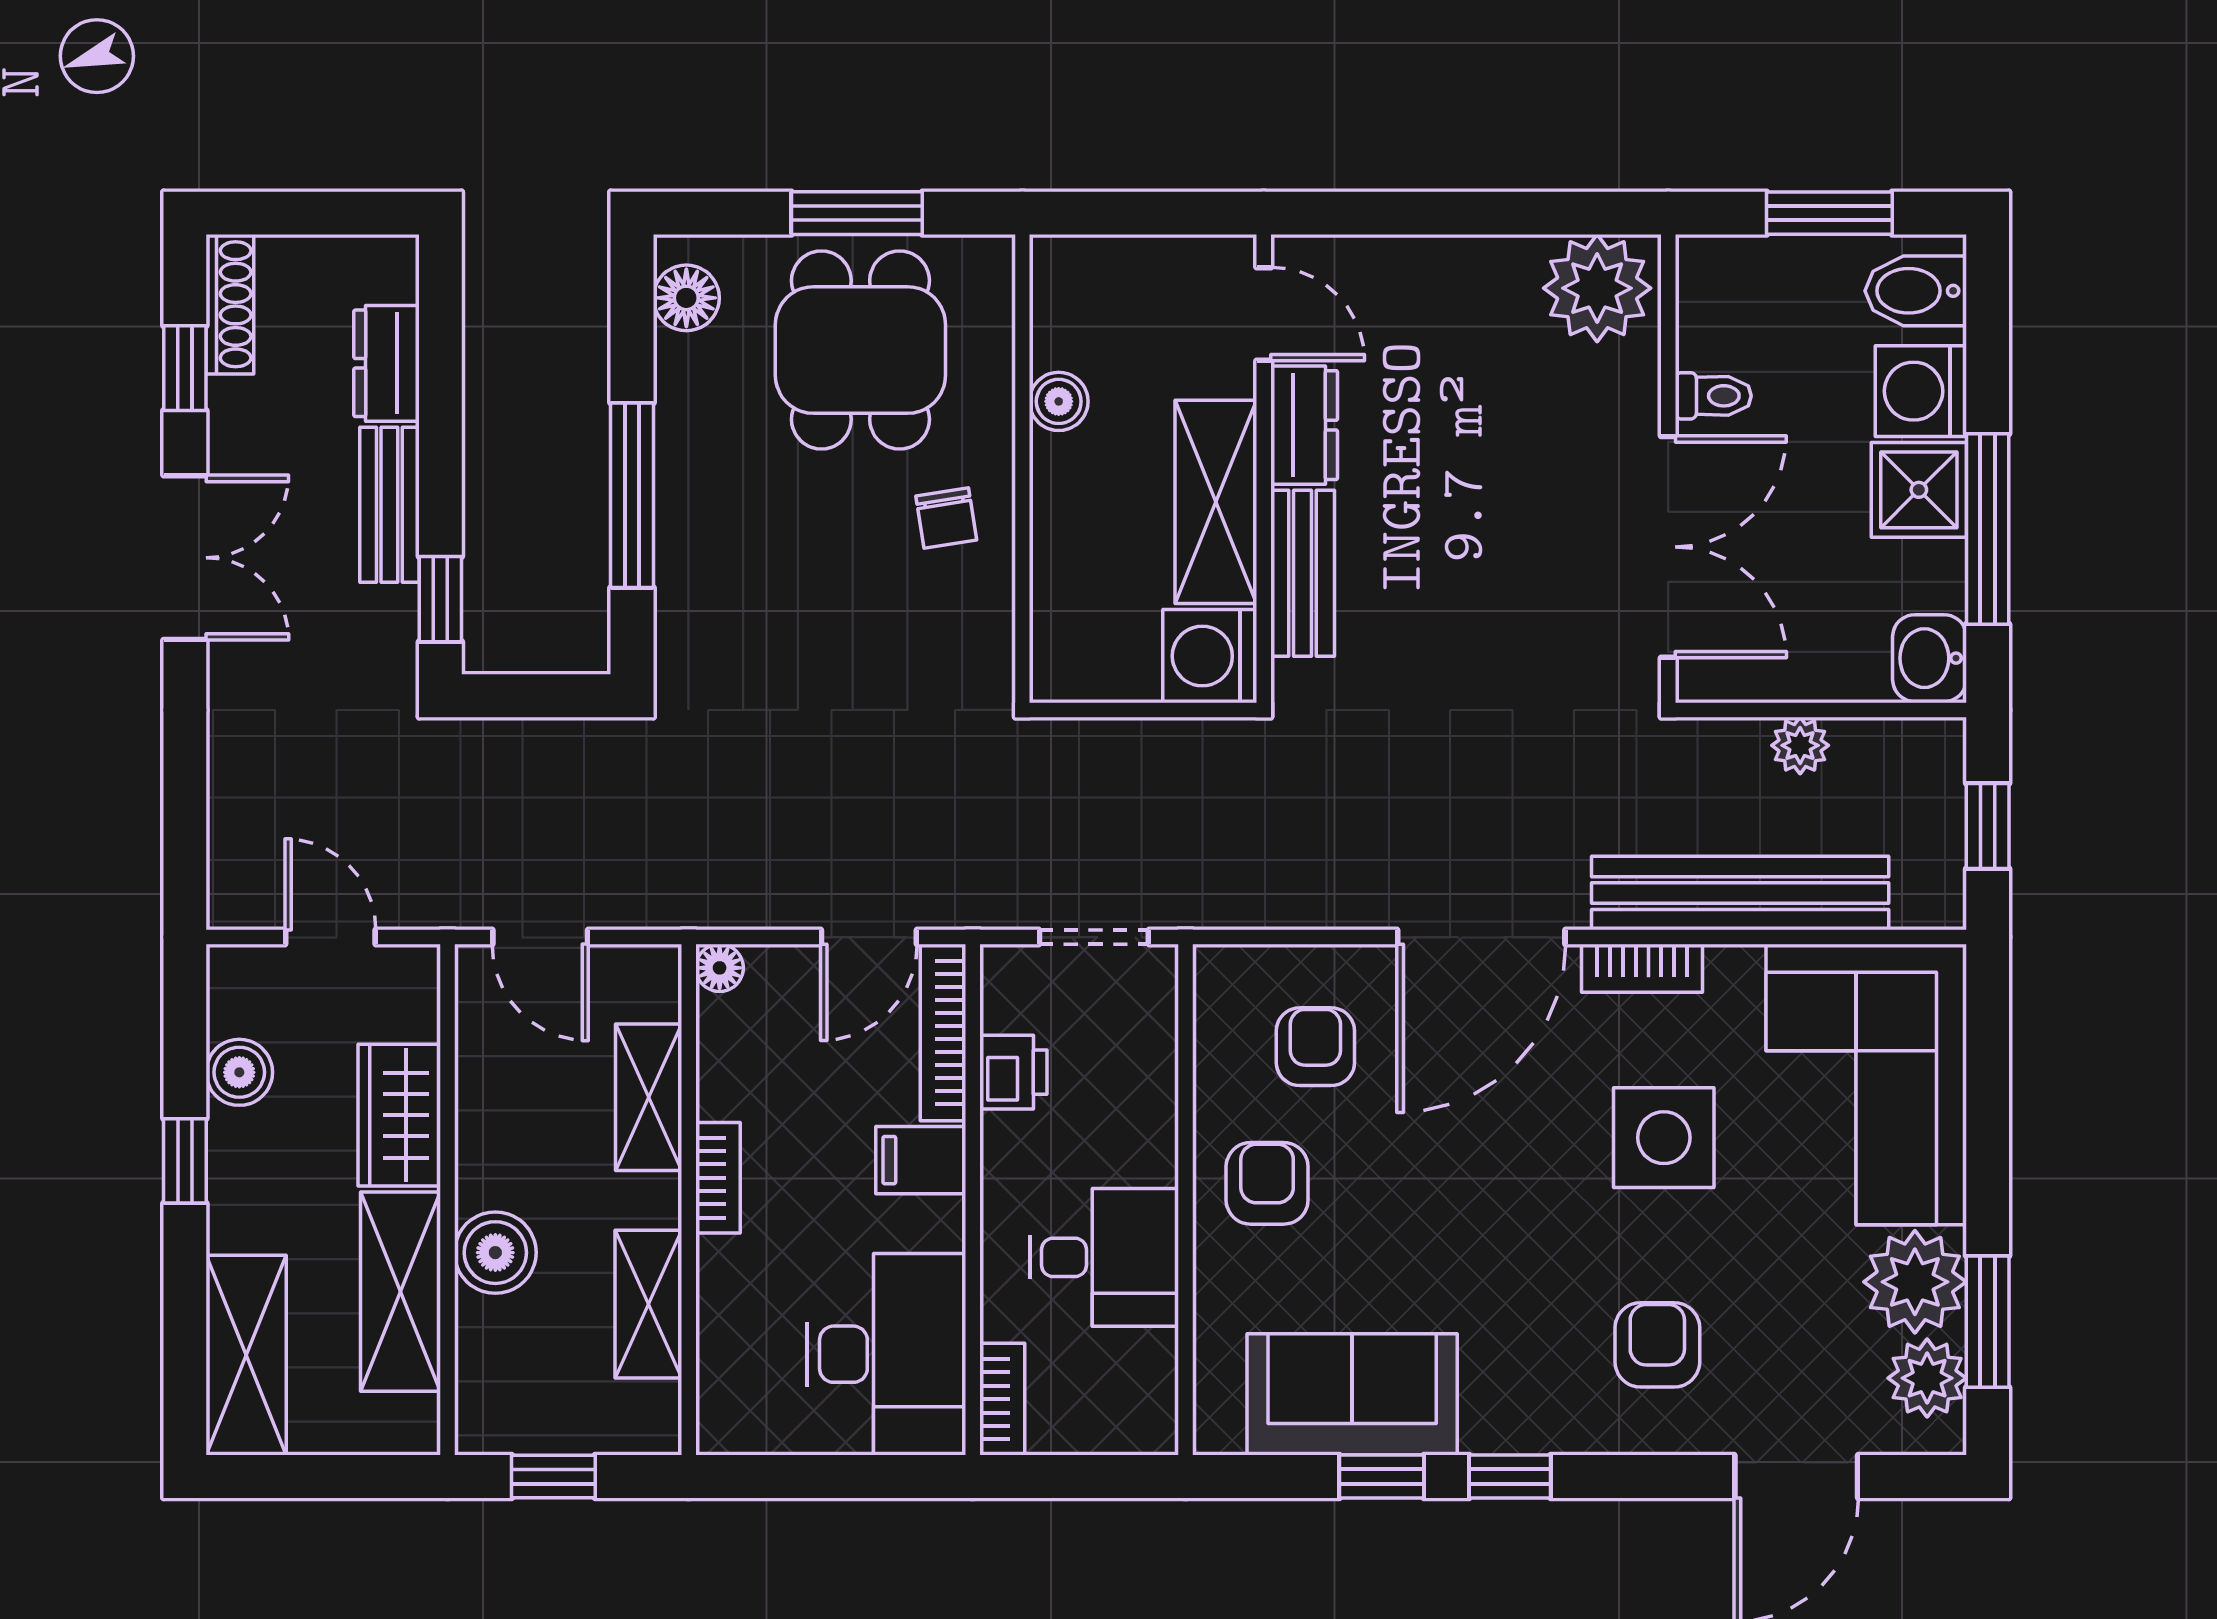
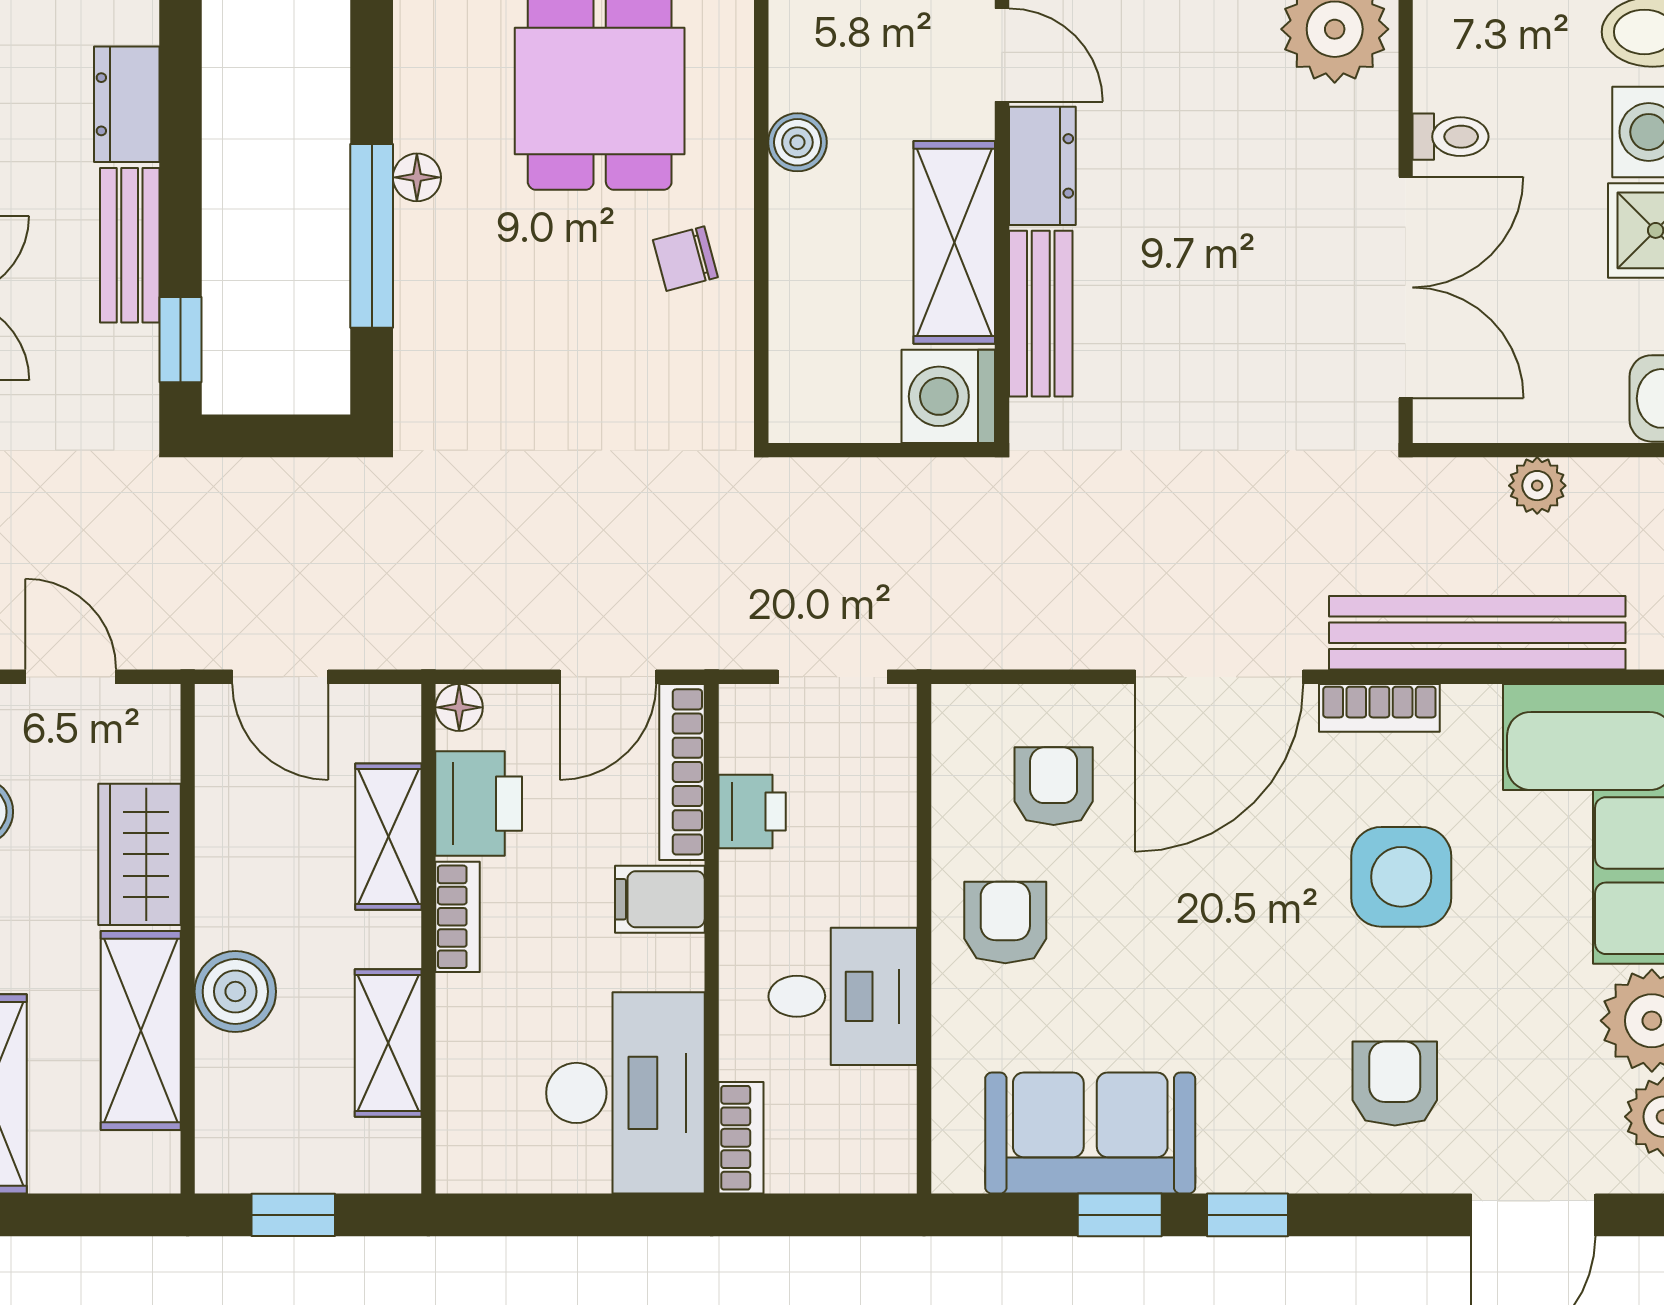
floor lamp: (686, 298) -> (417, 177), moved, width x0.73, depth x0.73
chair: (946, 518) -> (685, 259), turned 84
printer: (739, 1064) -> (479, 804), added

